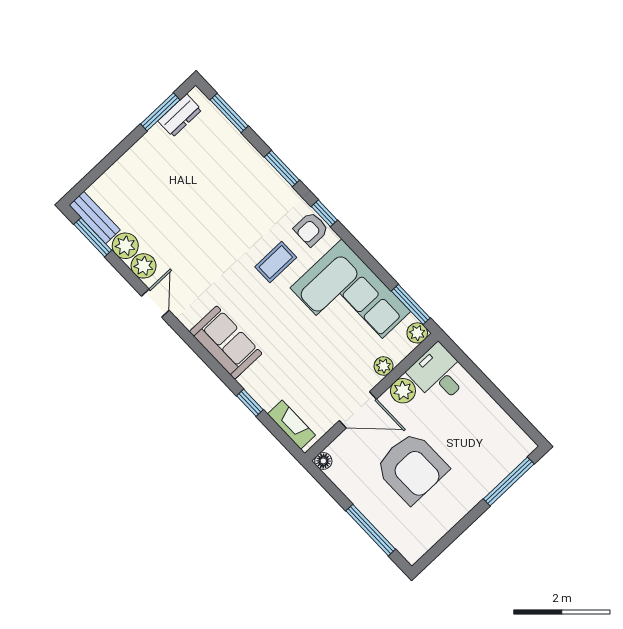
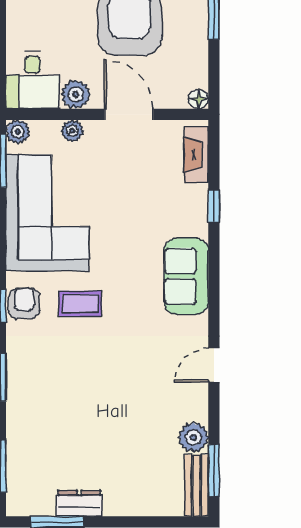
dresser: (180, 115) -> (79, 503), moved
armchair: (311, 229) -> (24, 303), turned -90
plant: (144, 266) -> (194, 406), removed

